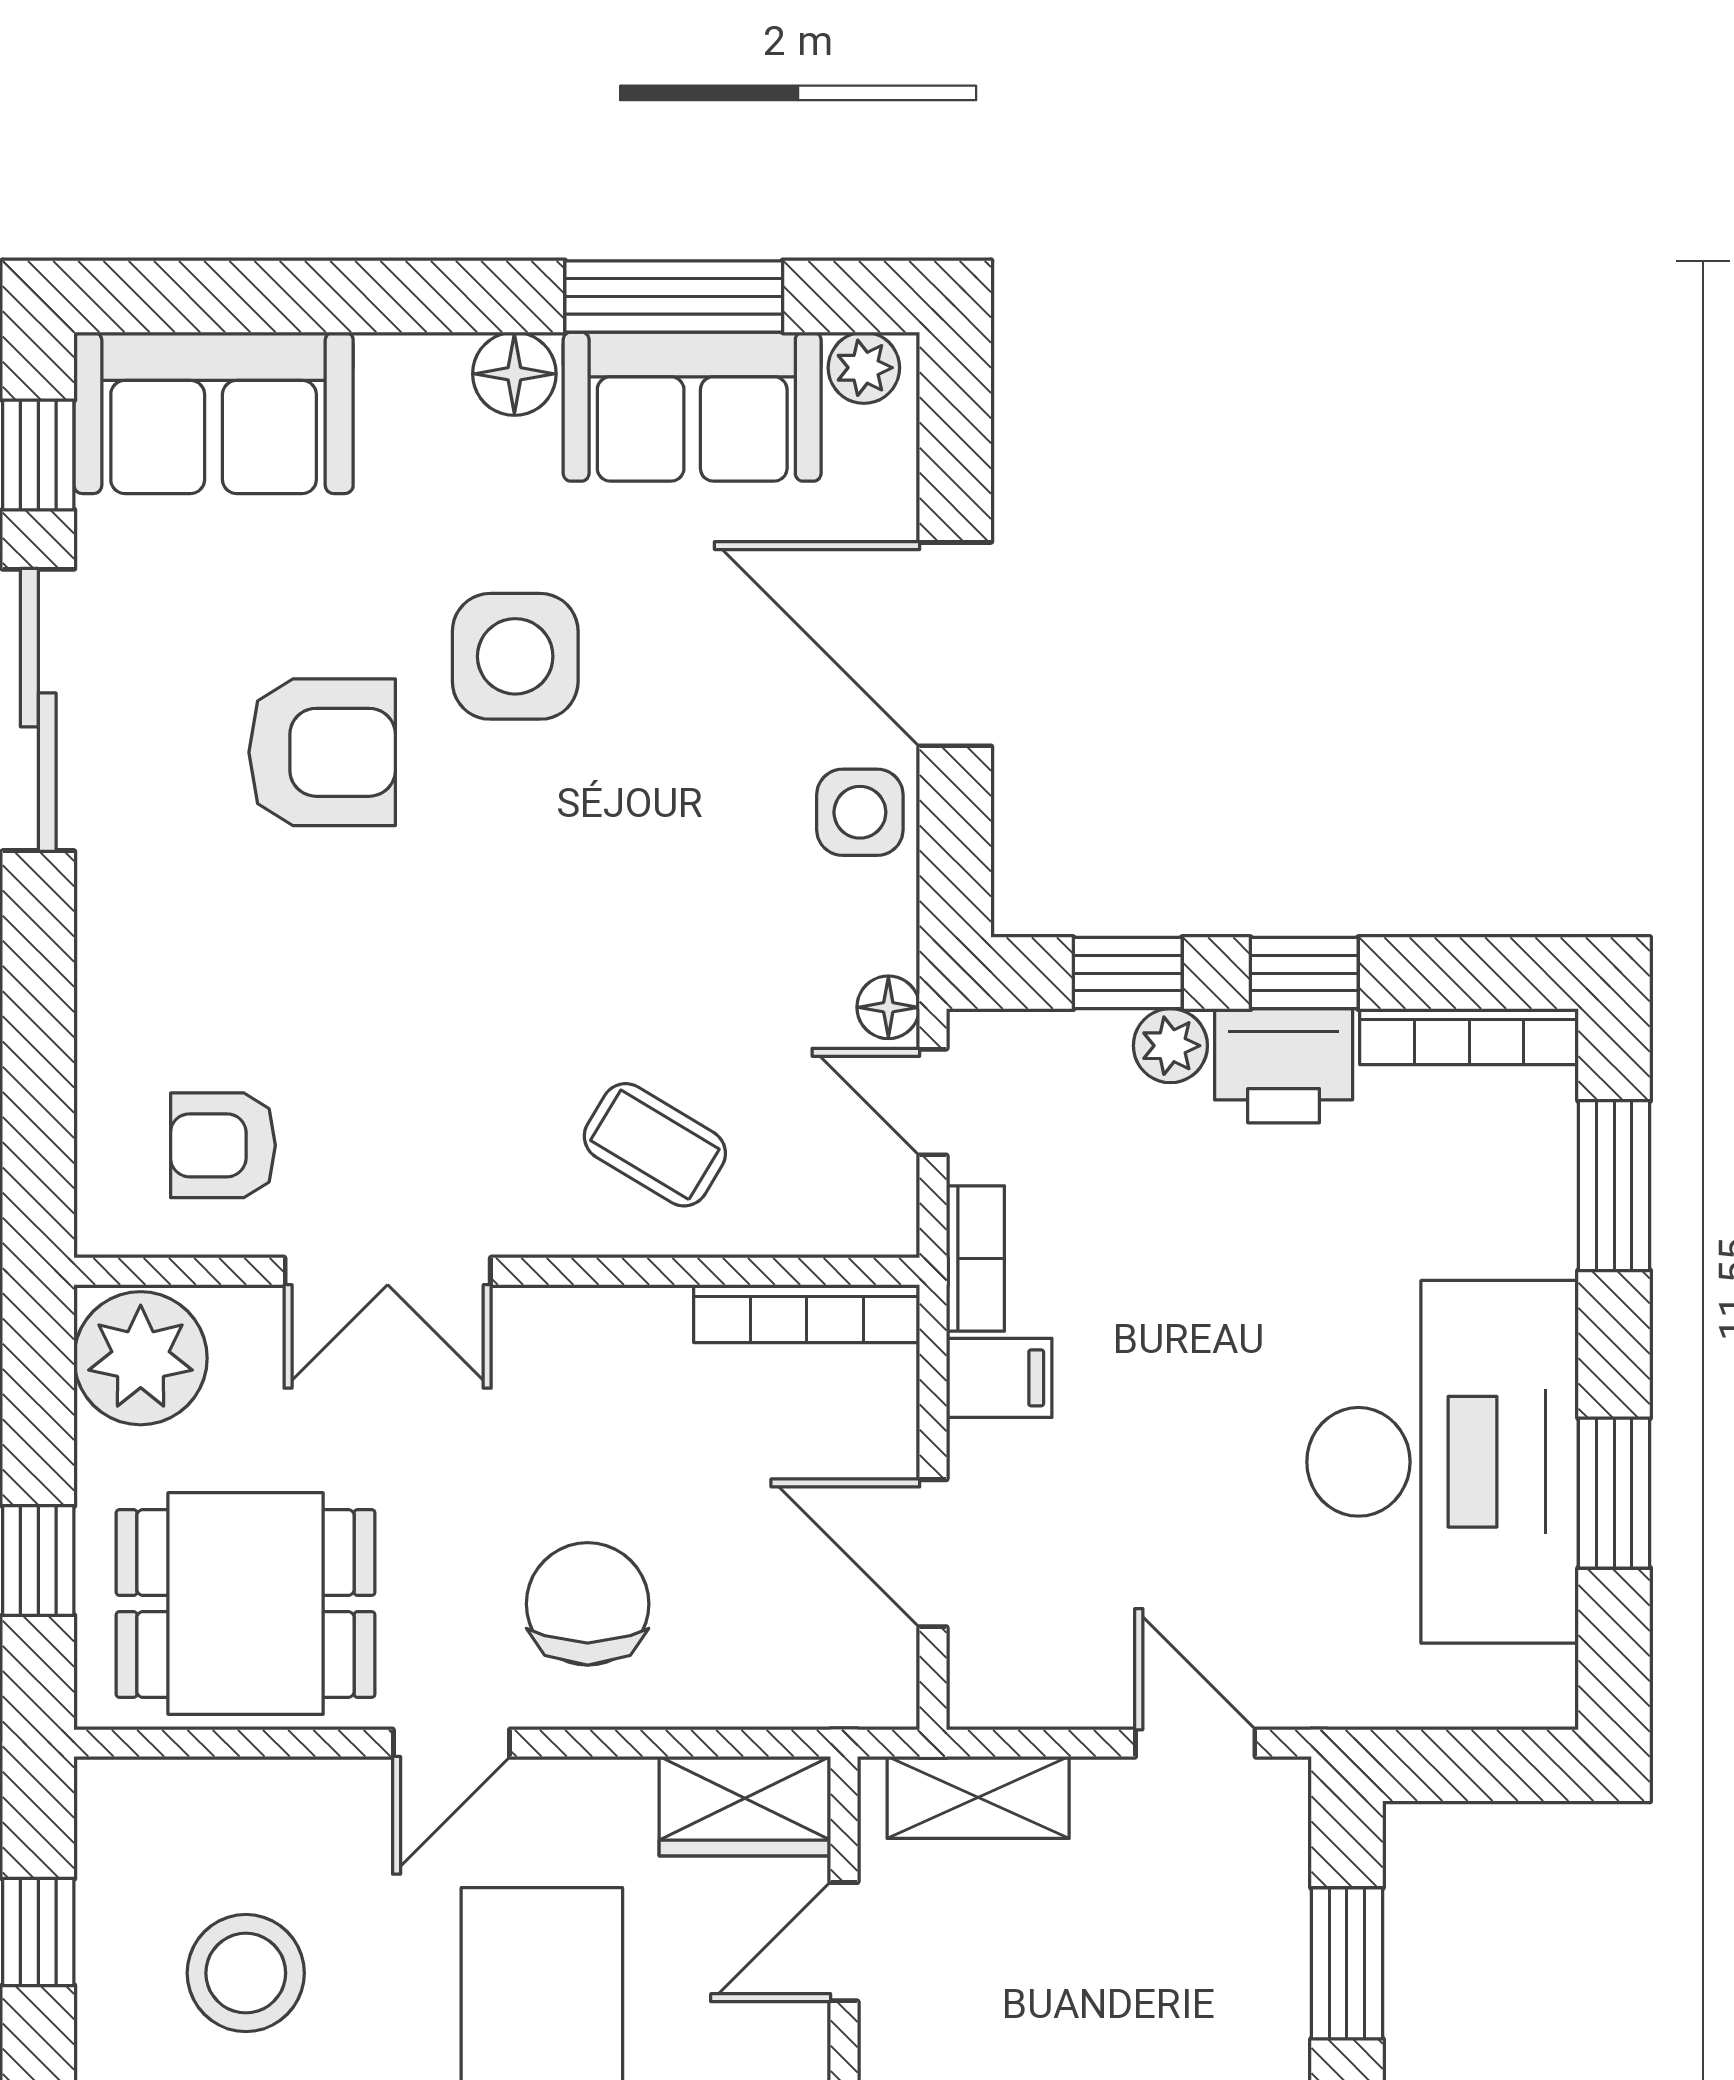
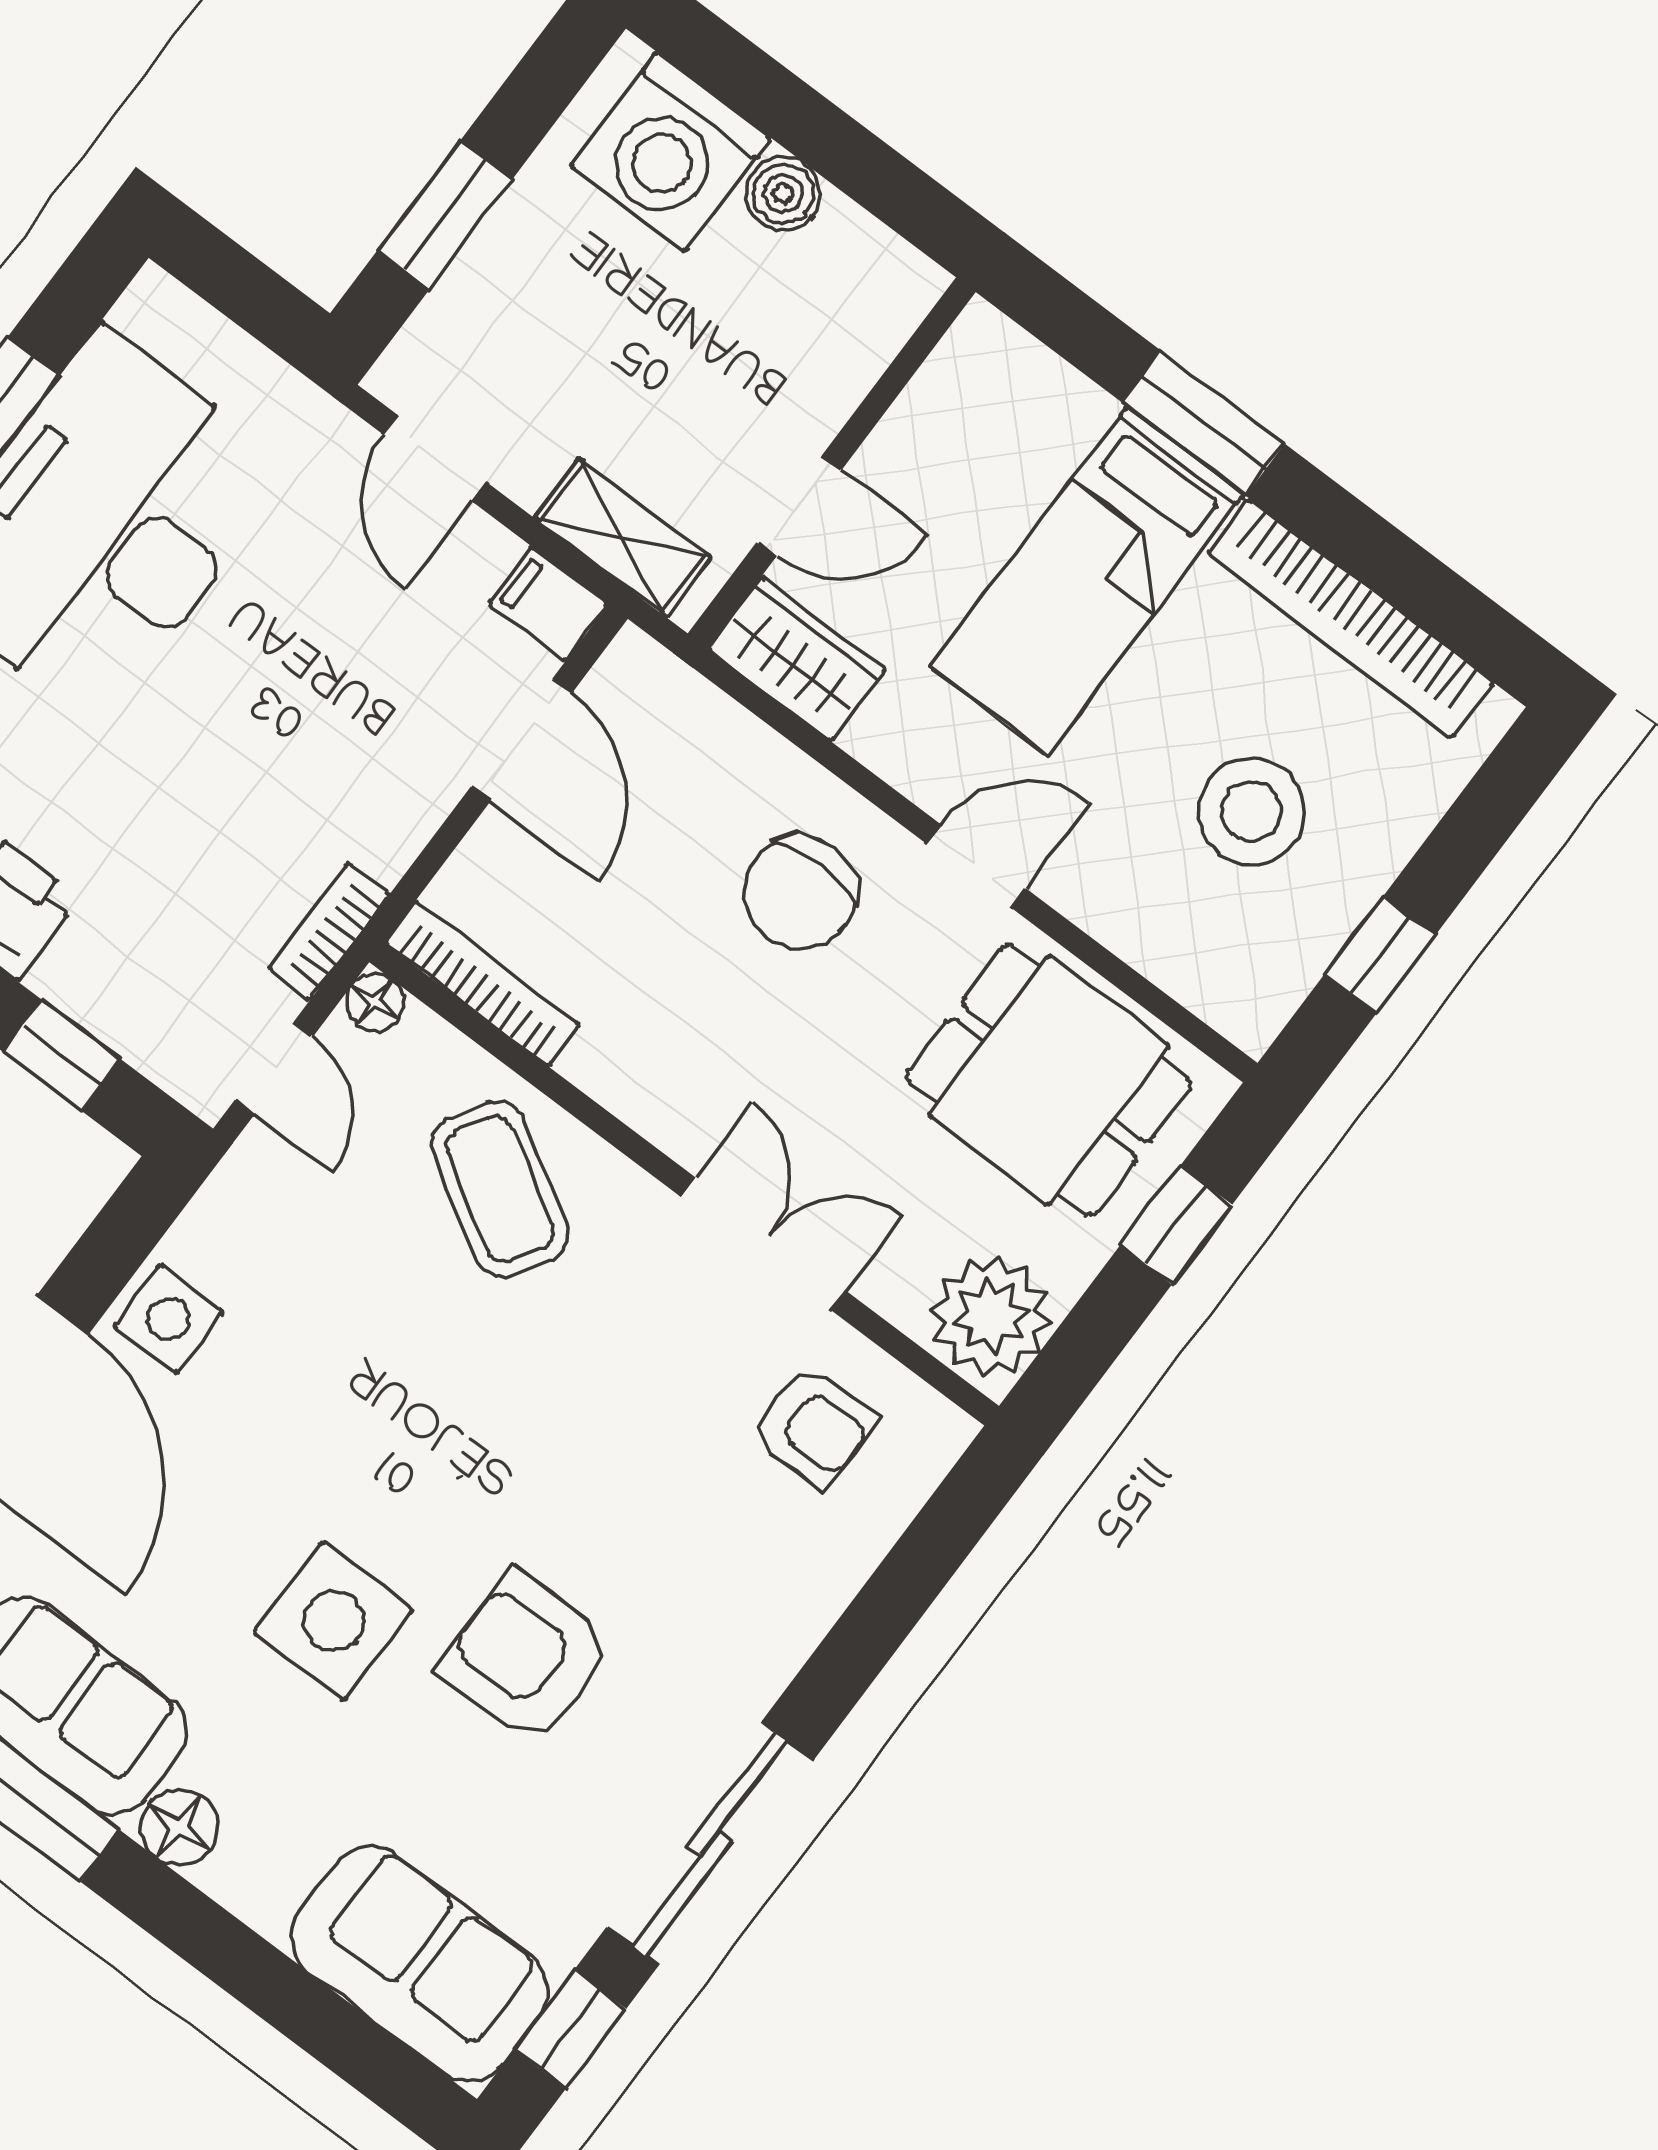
floor lamp: (888, 1007) -> (375, 1002), moved
plant: (1170, 1046) -> (70, 979), removed
coffee table: (655, 1145) -> (500, 1189), width x1.36, depth x1.30
filing cabinet: (999, 1378) -> (548, 604), moved

